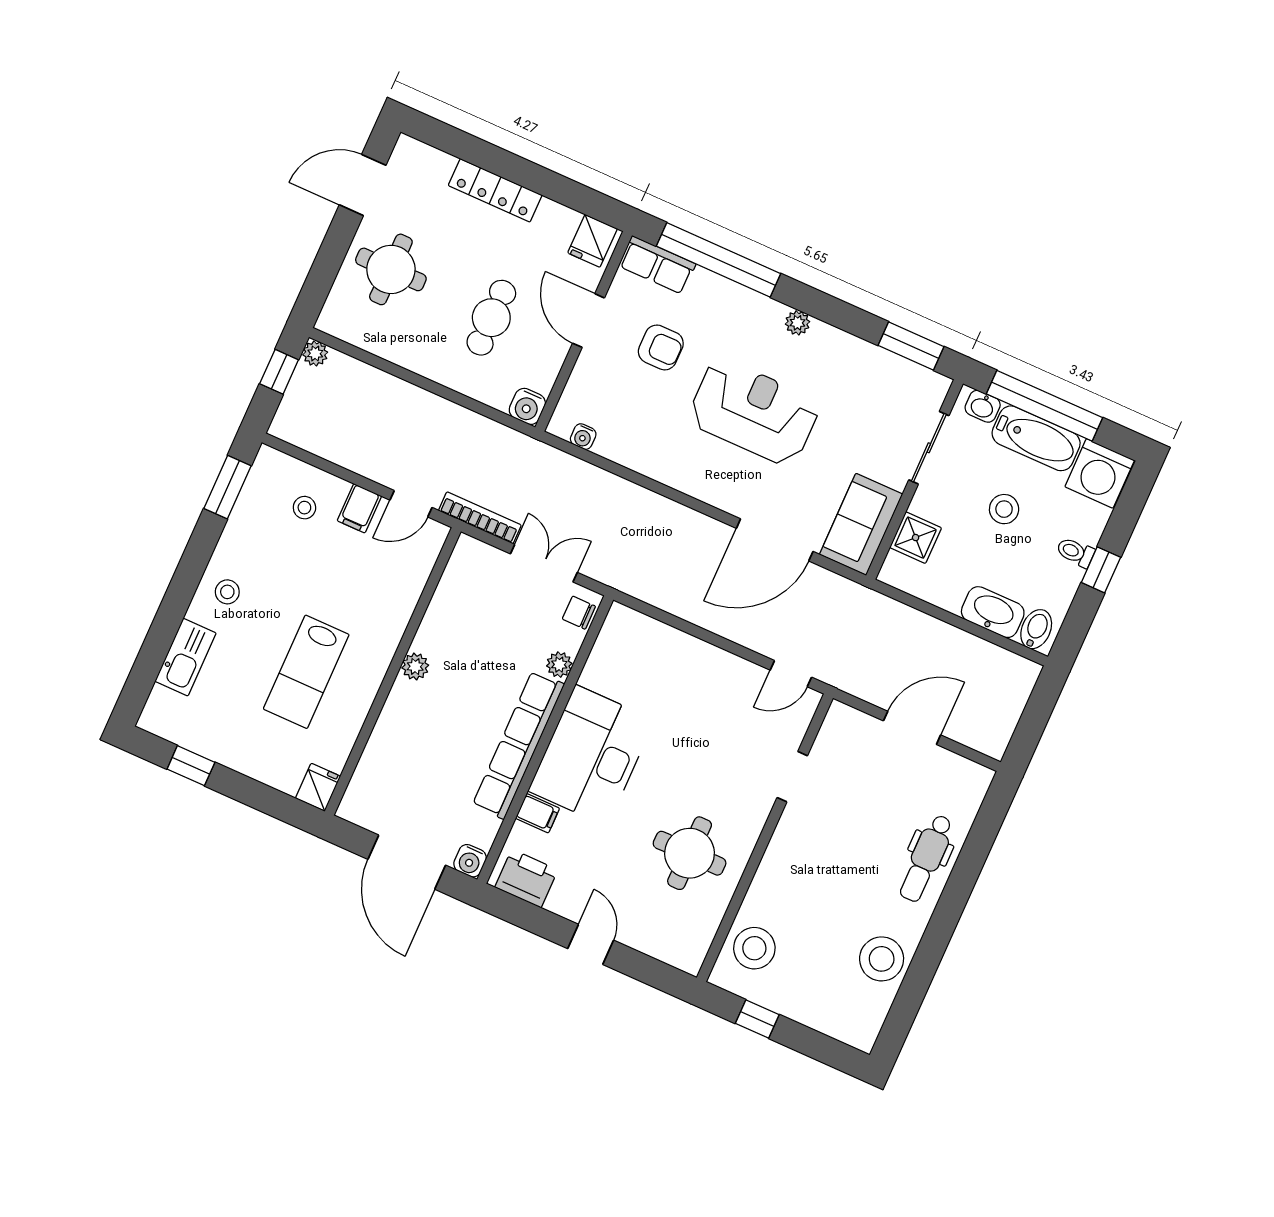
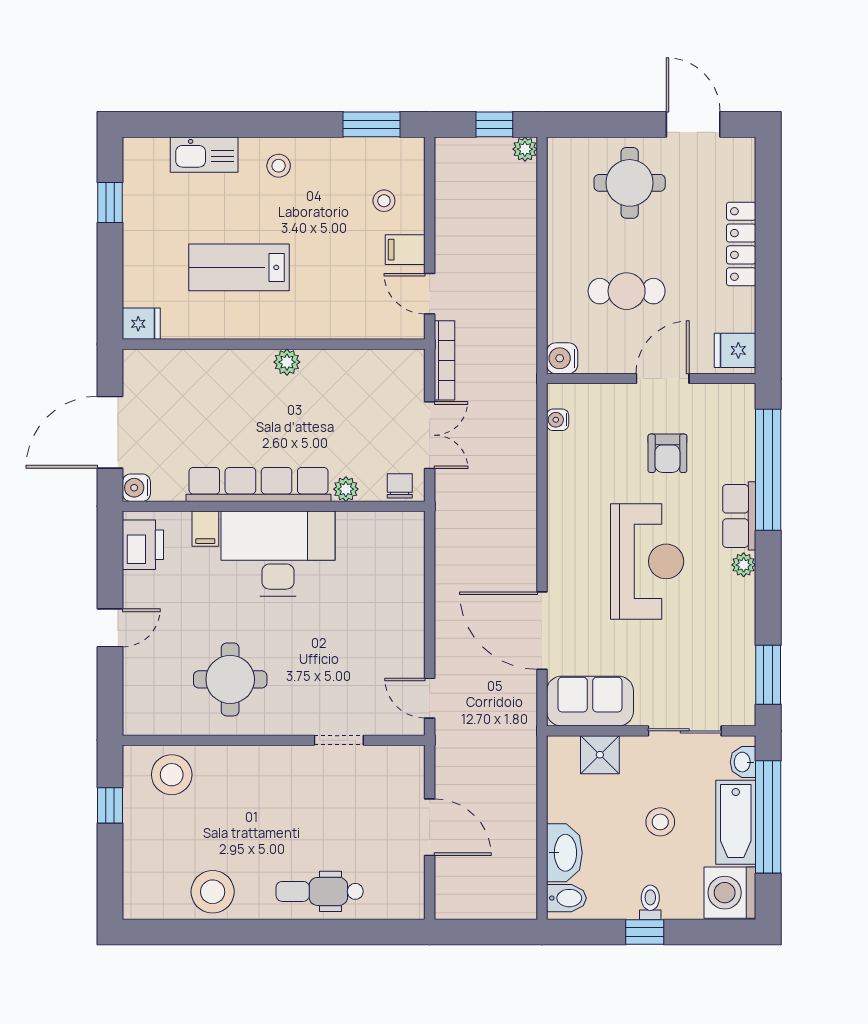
row of seats: (657, 265) -> (739, 516), moved

